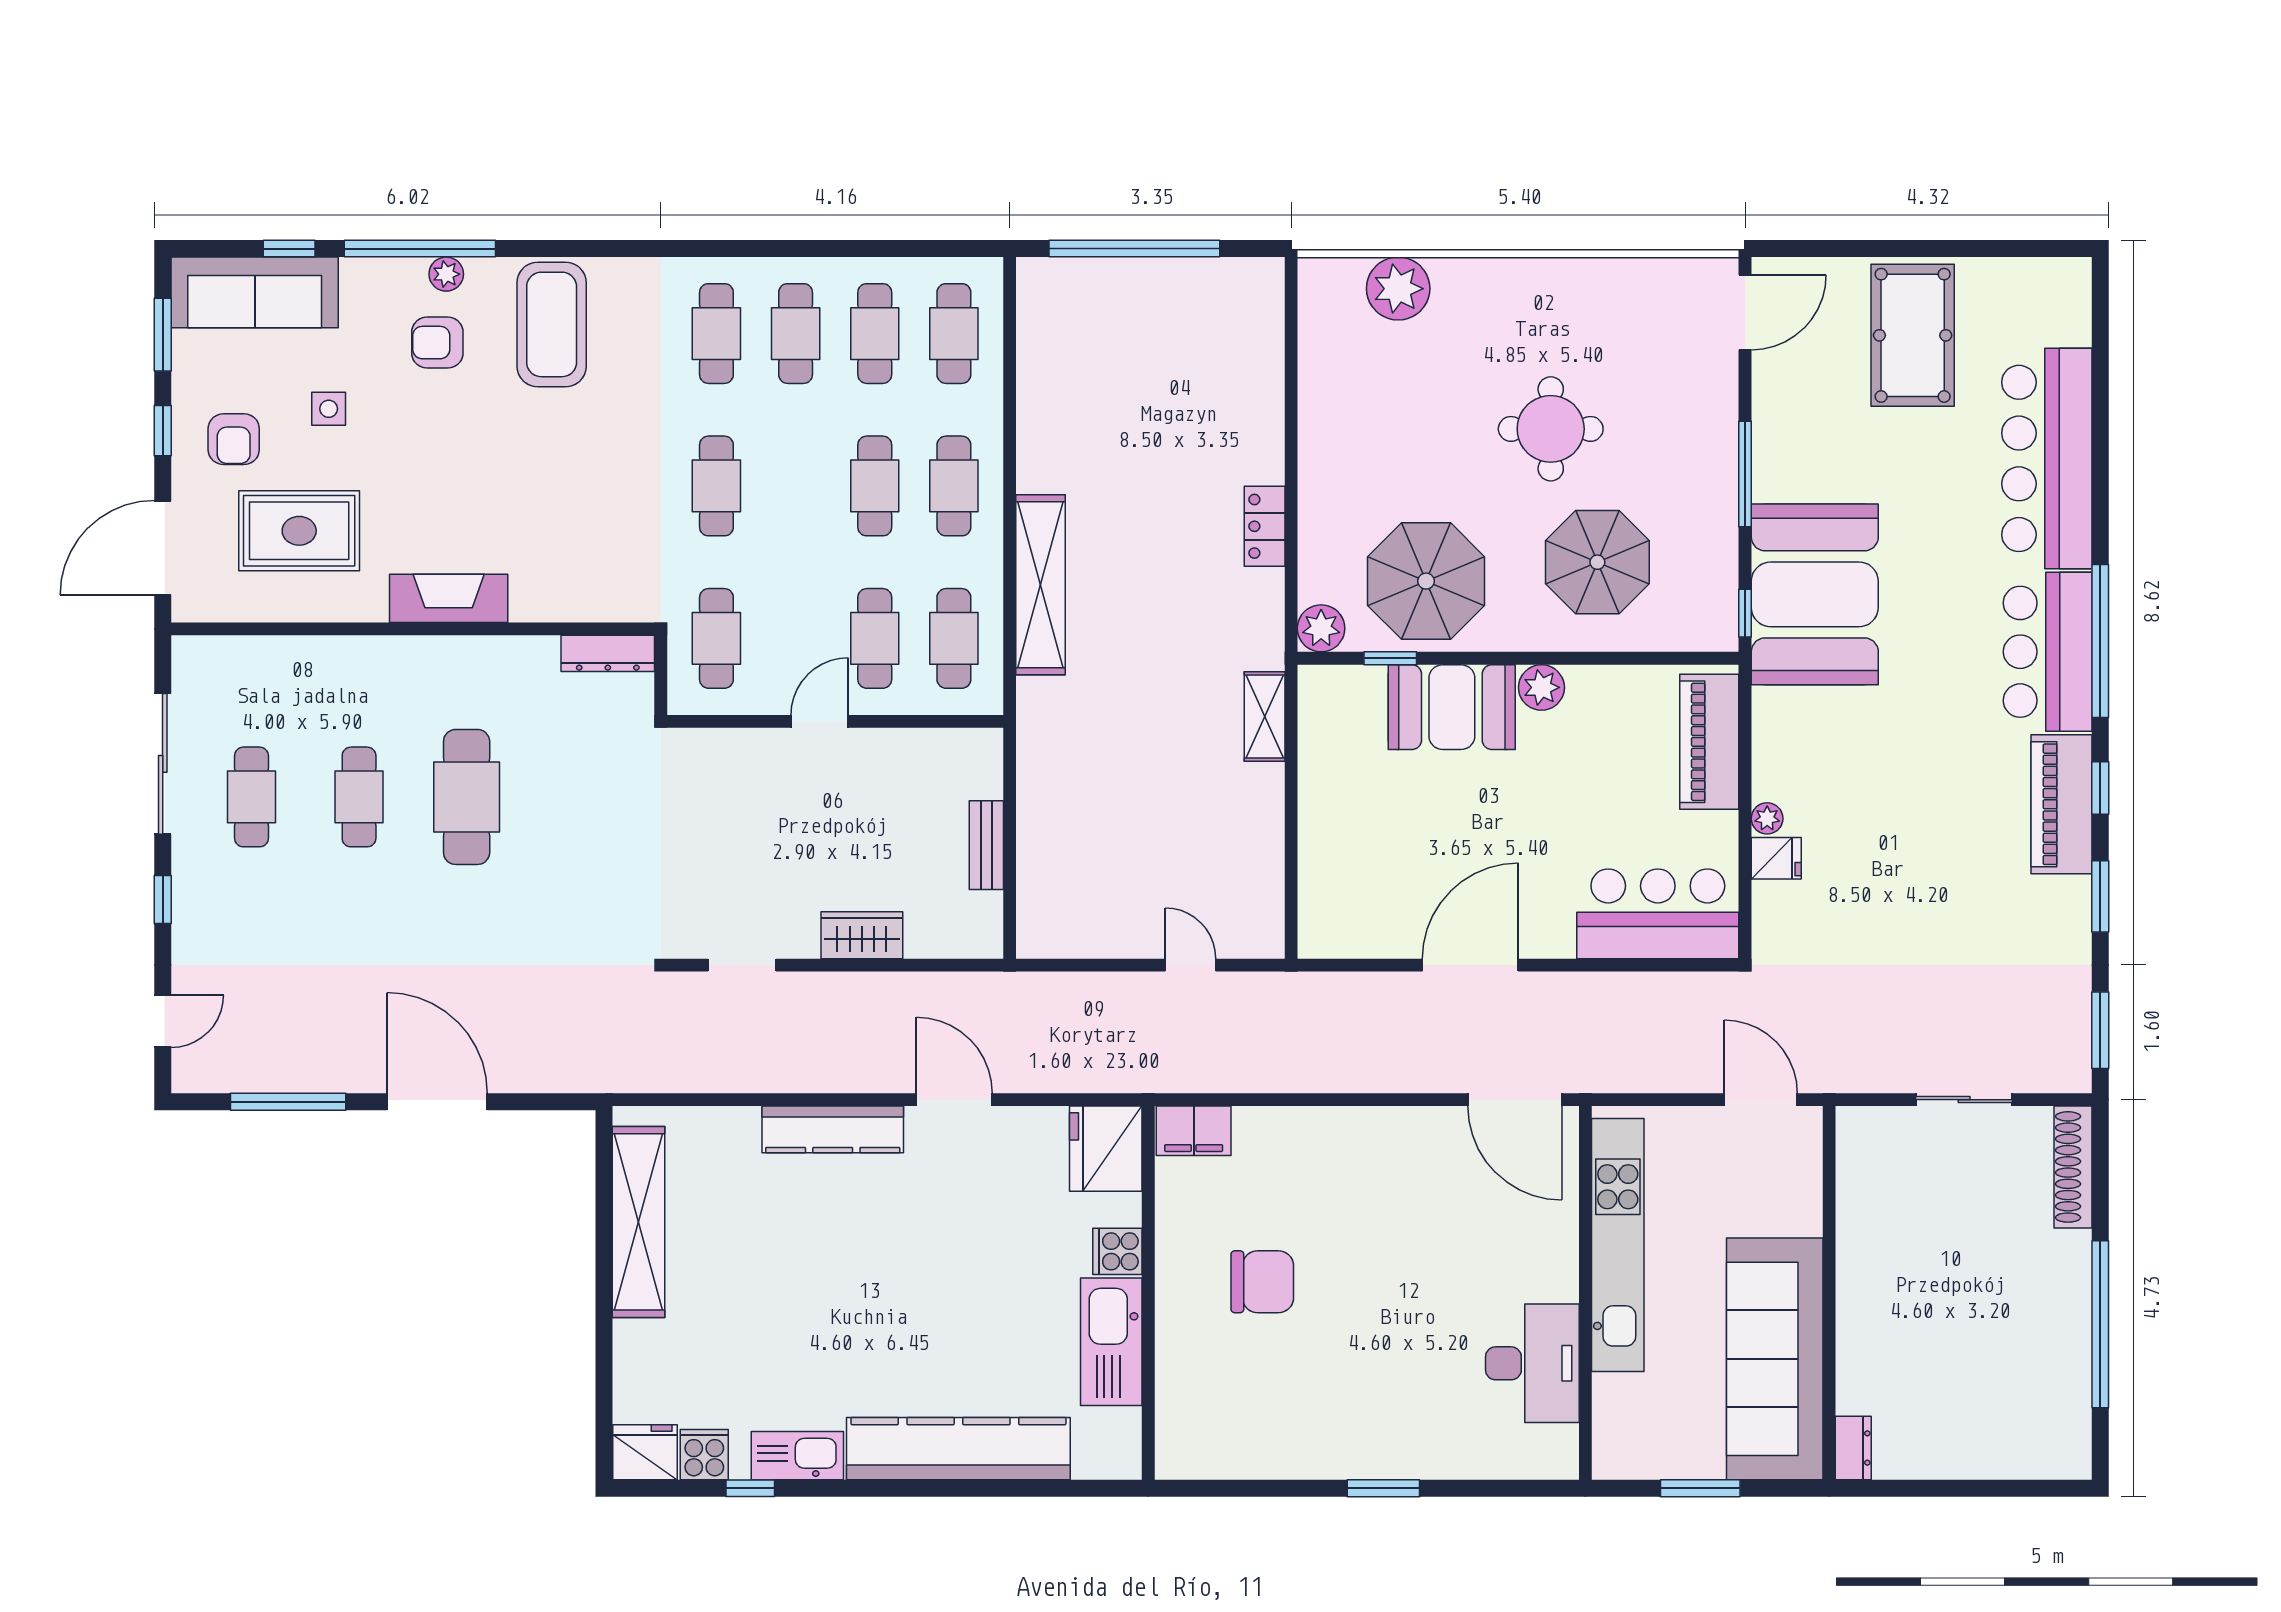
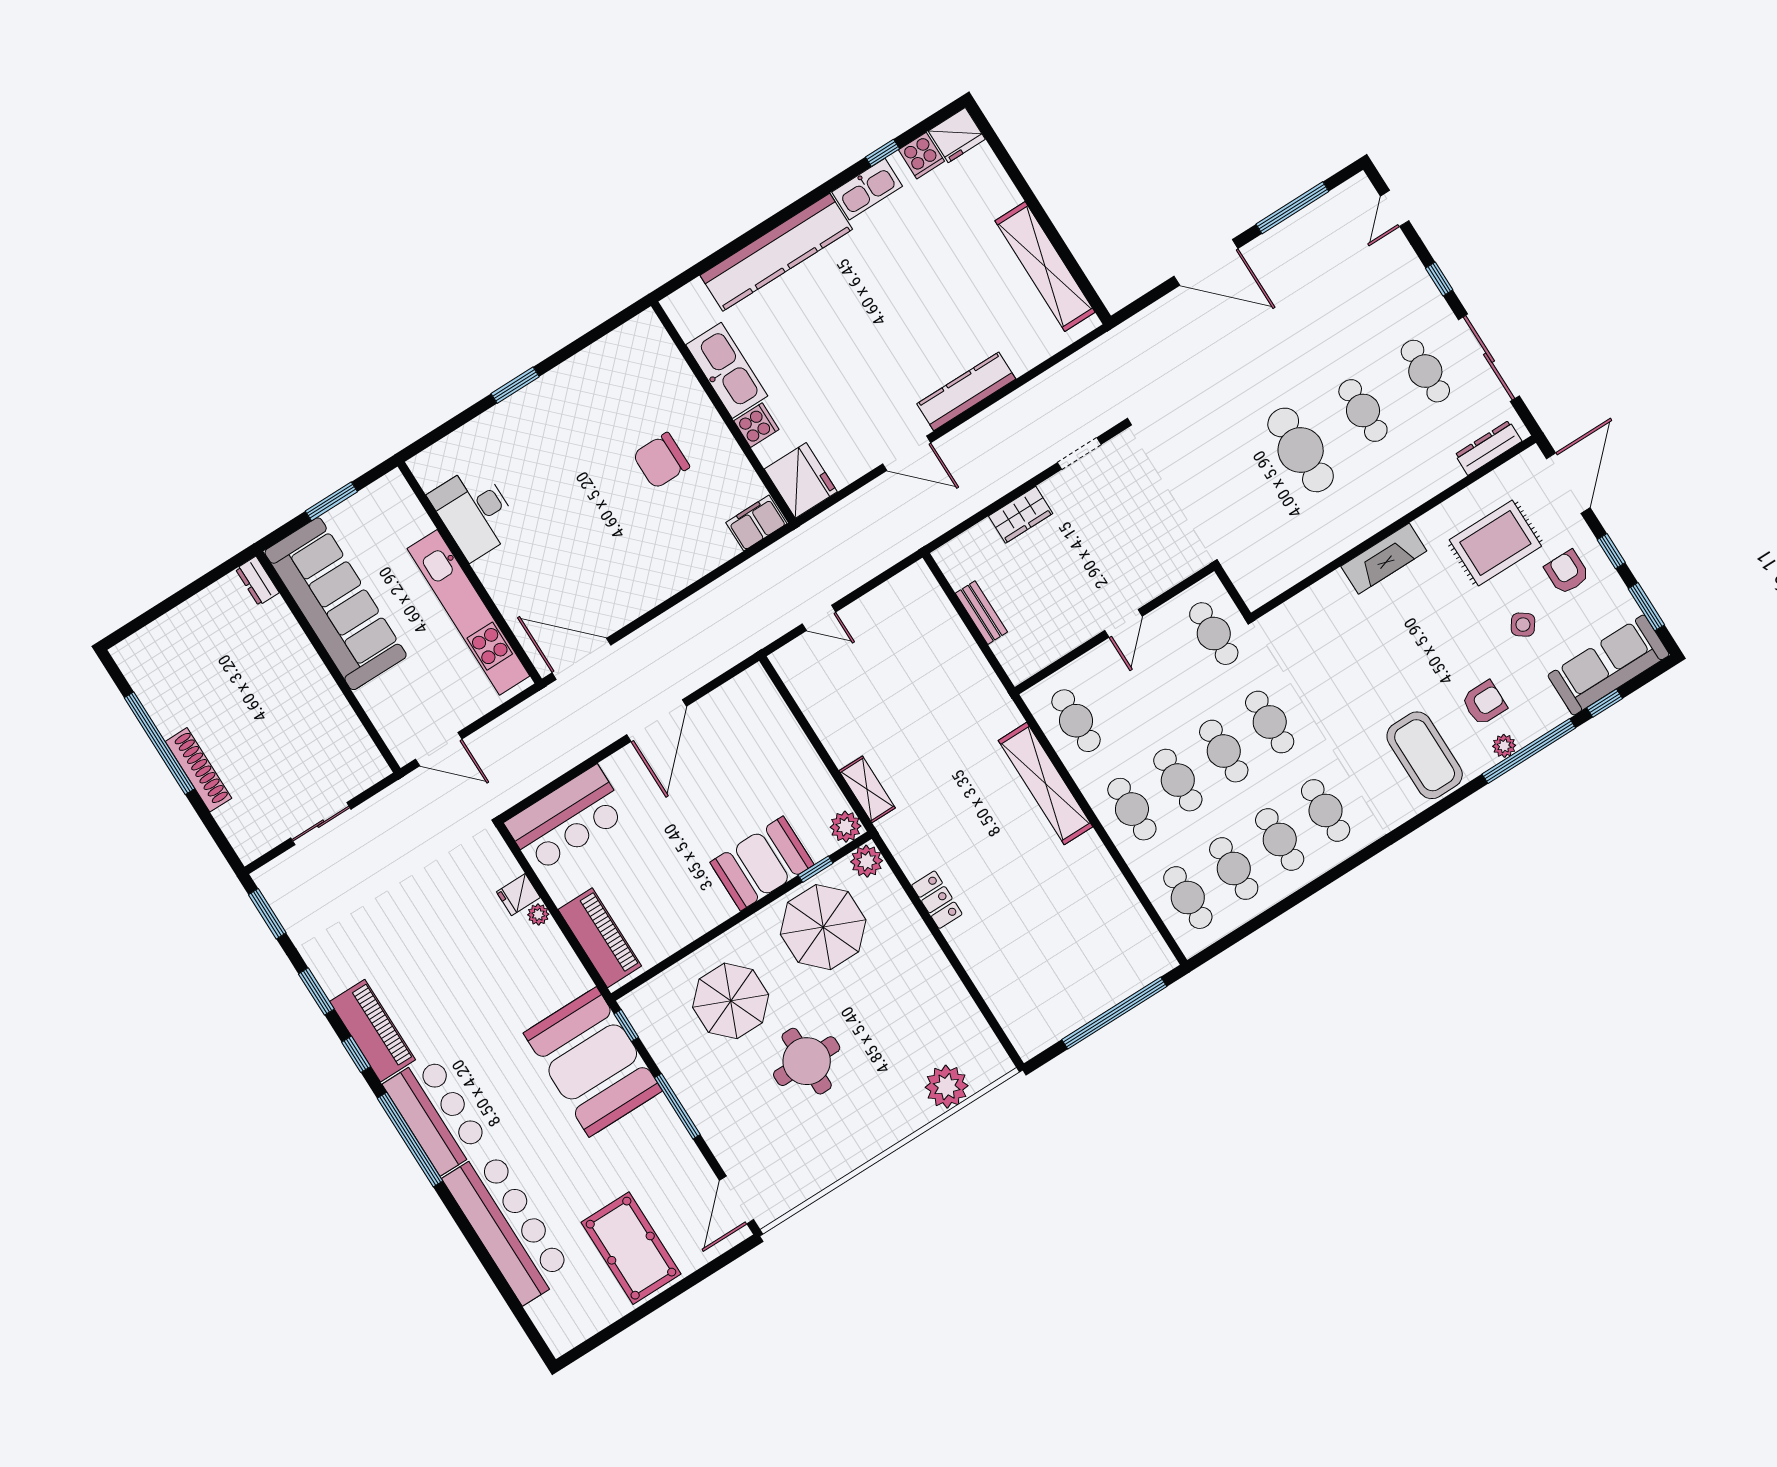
side table: (329, 409) -> (1523, 625), turned 35
cafe table: (875, 638) -> (1224, 751), moved
dresser: (608, 653) -> (1488, 448), moved
plant: (1541, 687) -> (845, 827), moved
shoe rack: (2073, 1167) -> (198, 770), moved

